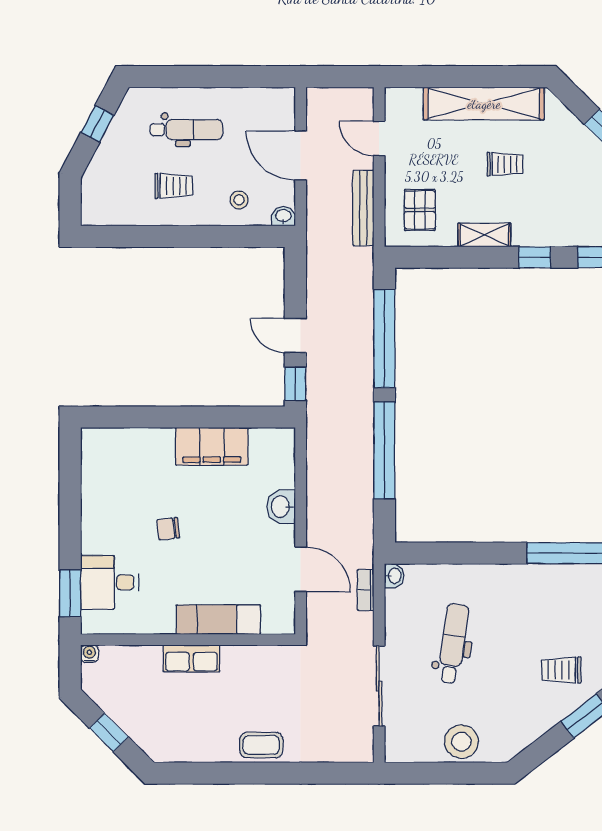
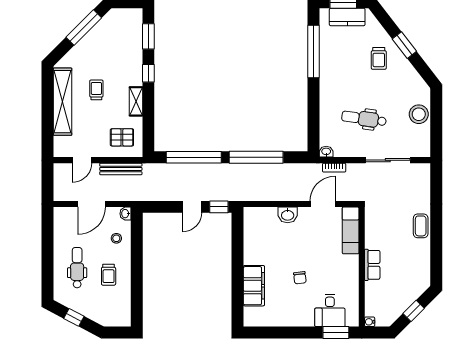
trolley: (174, 186) -> (109, 275), turned 180
filing cabinet: (212, 446) -> (254, 286), moved
exam couch: (218, 620) -> (351, 230), moved

